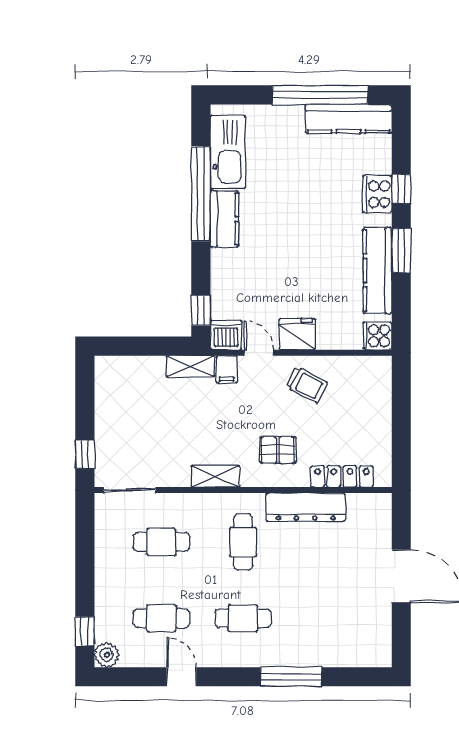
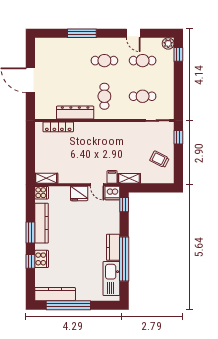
trolley: (307, 385) -> (159, 159), moved
pallet: (278, 450) -> (88, 139), removed
shelving: (215, 476) -> (46, 178), moved

